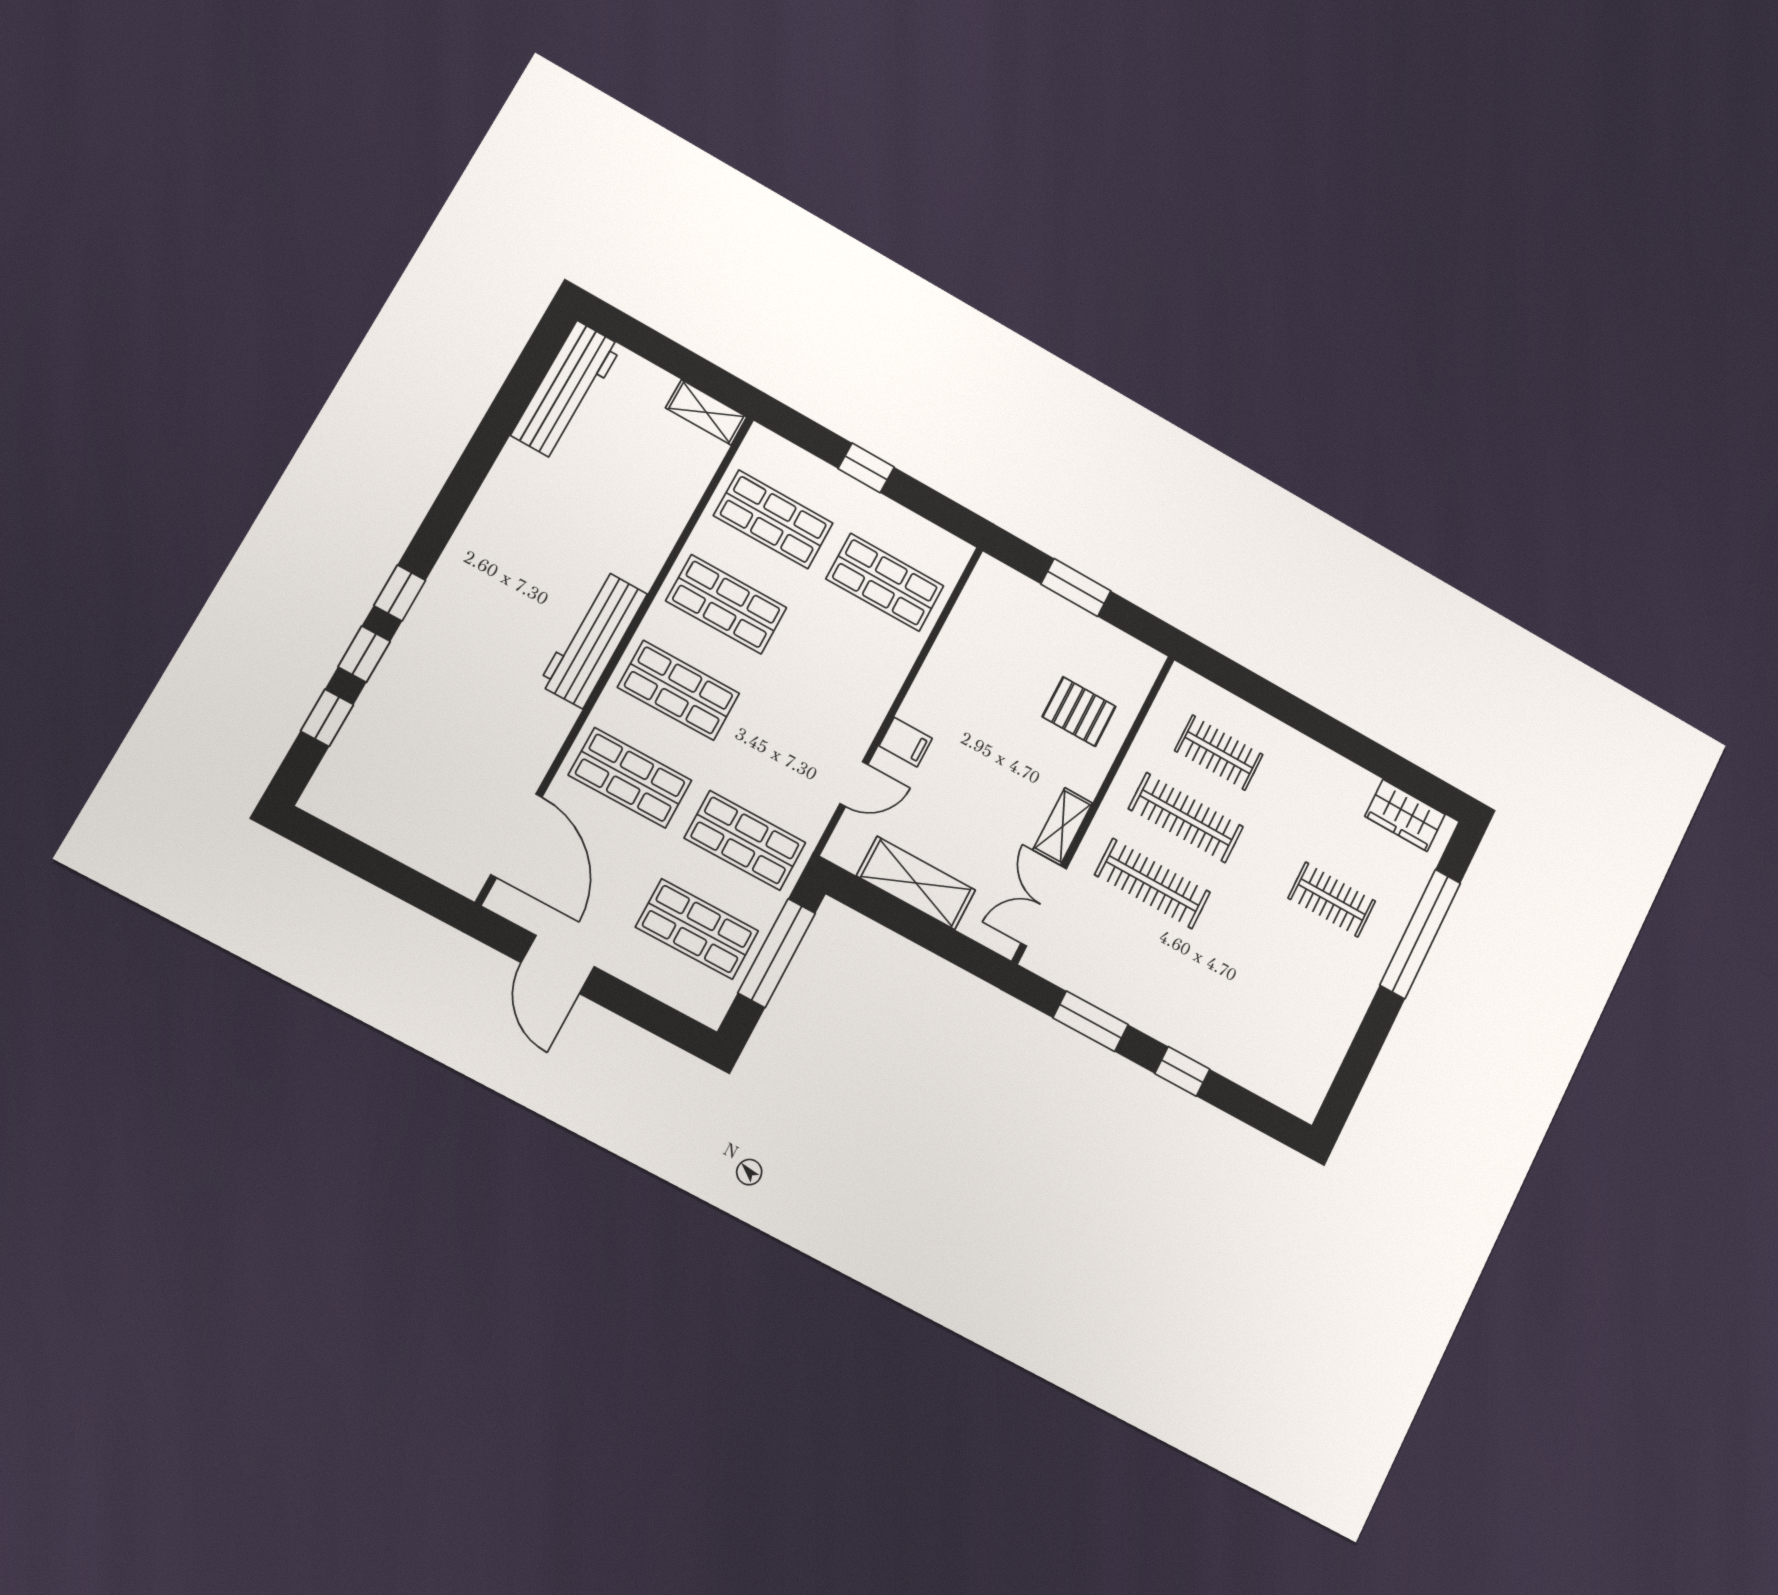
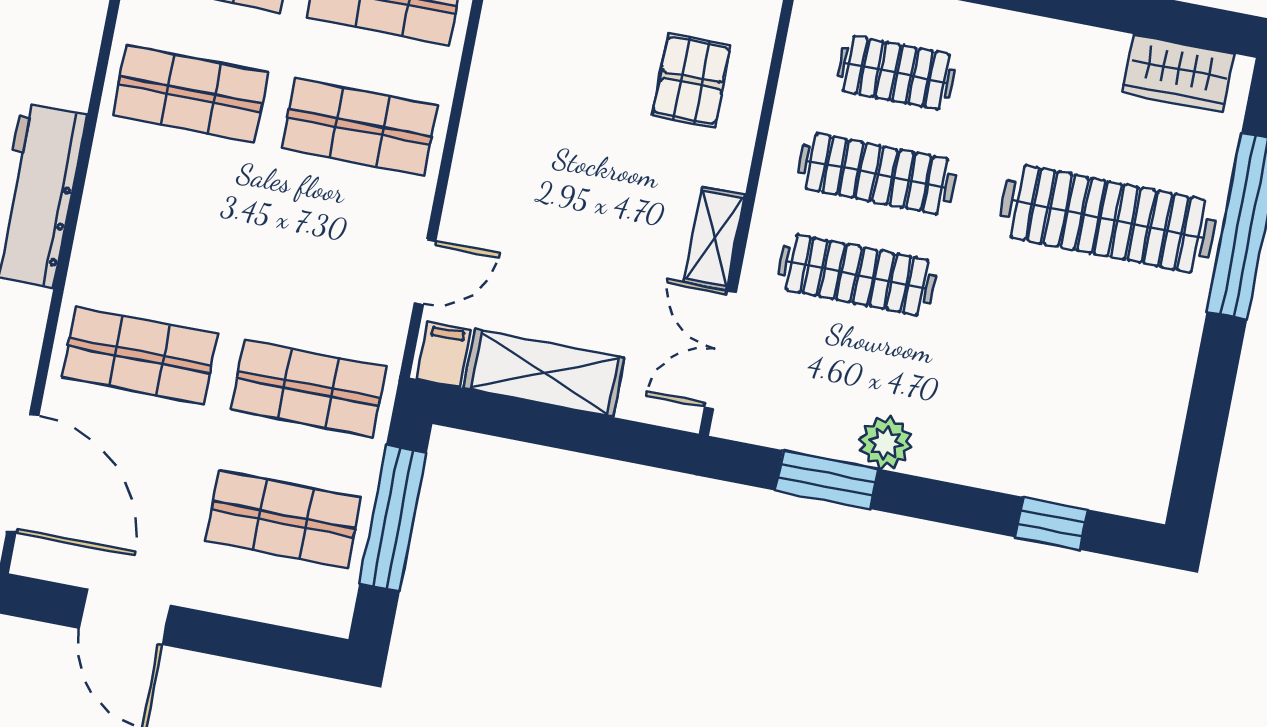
shop shelf: (679, 690) -> (359, 127), moved
pallet: (1079, 712) -> (692, 80), turned 90
filing cabinet: (906, 742) -> (444, 354), moved, turned -90
clothes rail: (1332, 900) -> (1108, 219), width x1.86, depth x1.31
plant: (1138, 1008) -> (886, 443), added
window: (1182, 1071) -> (1052, 523), moved

